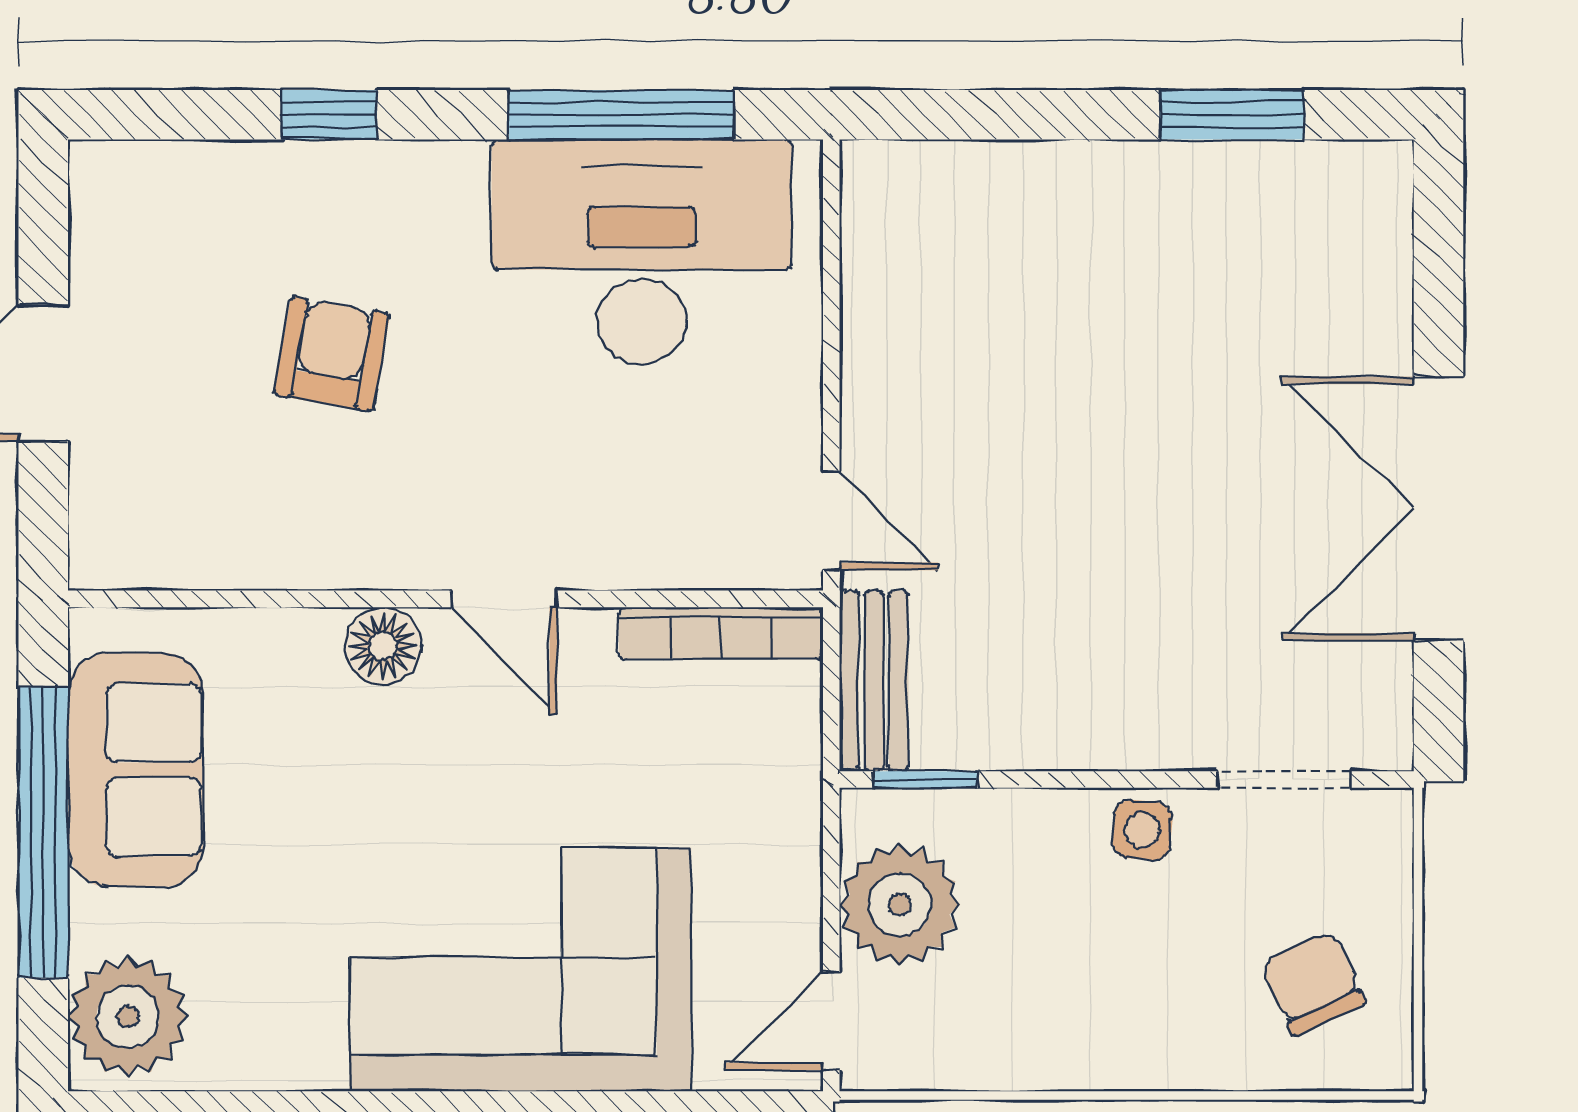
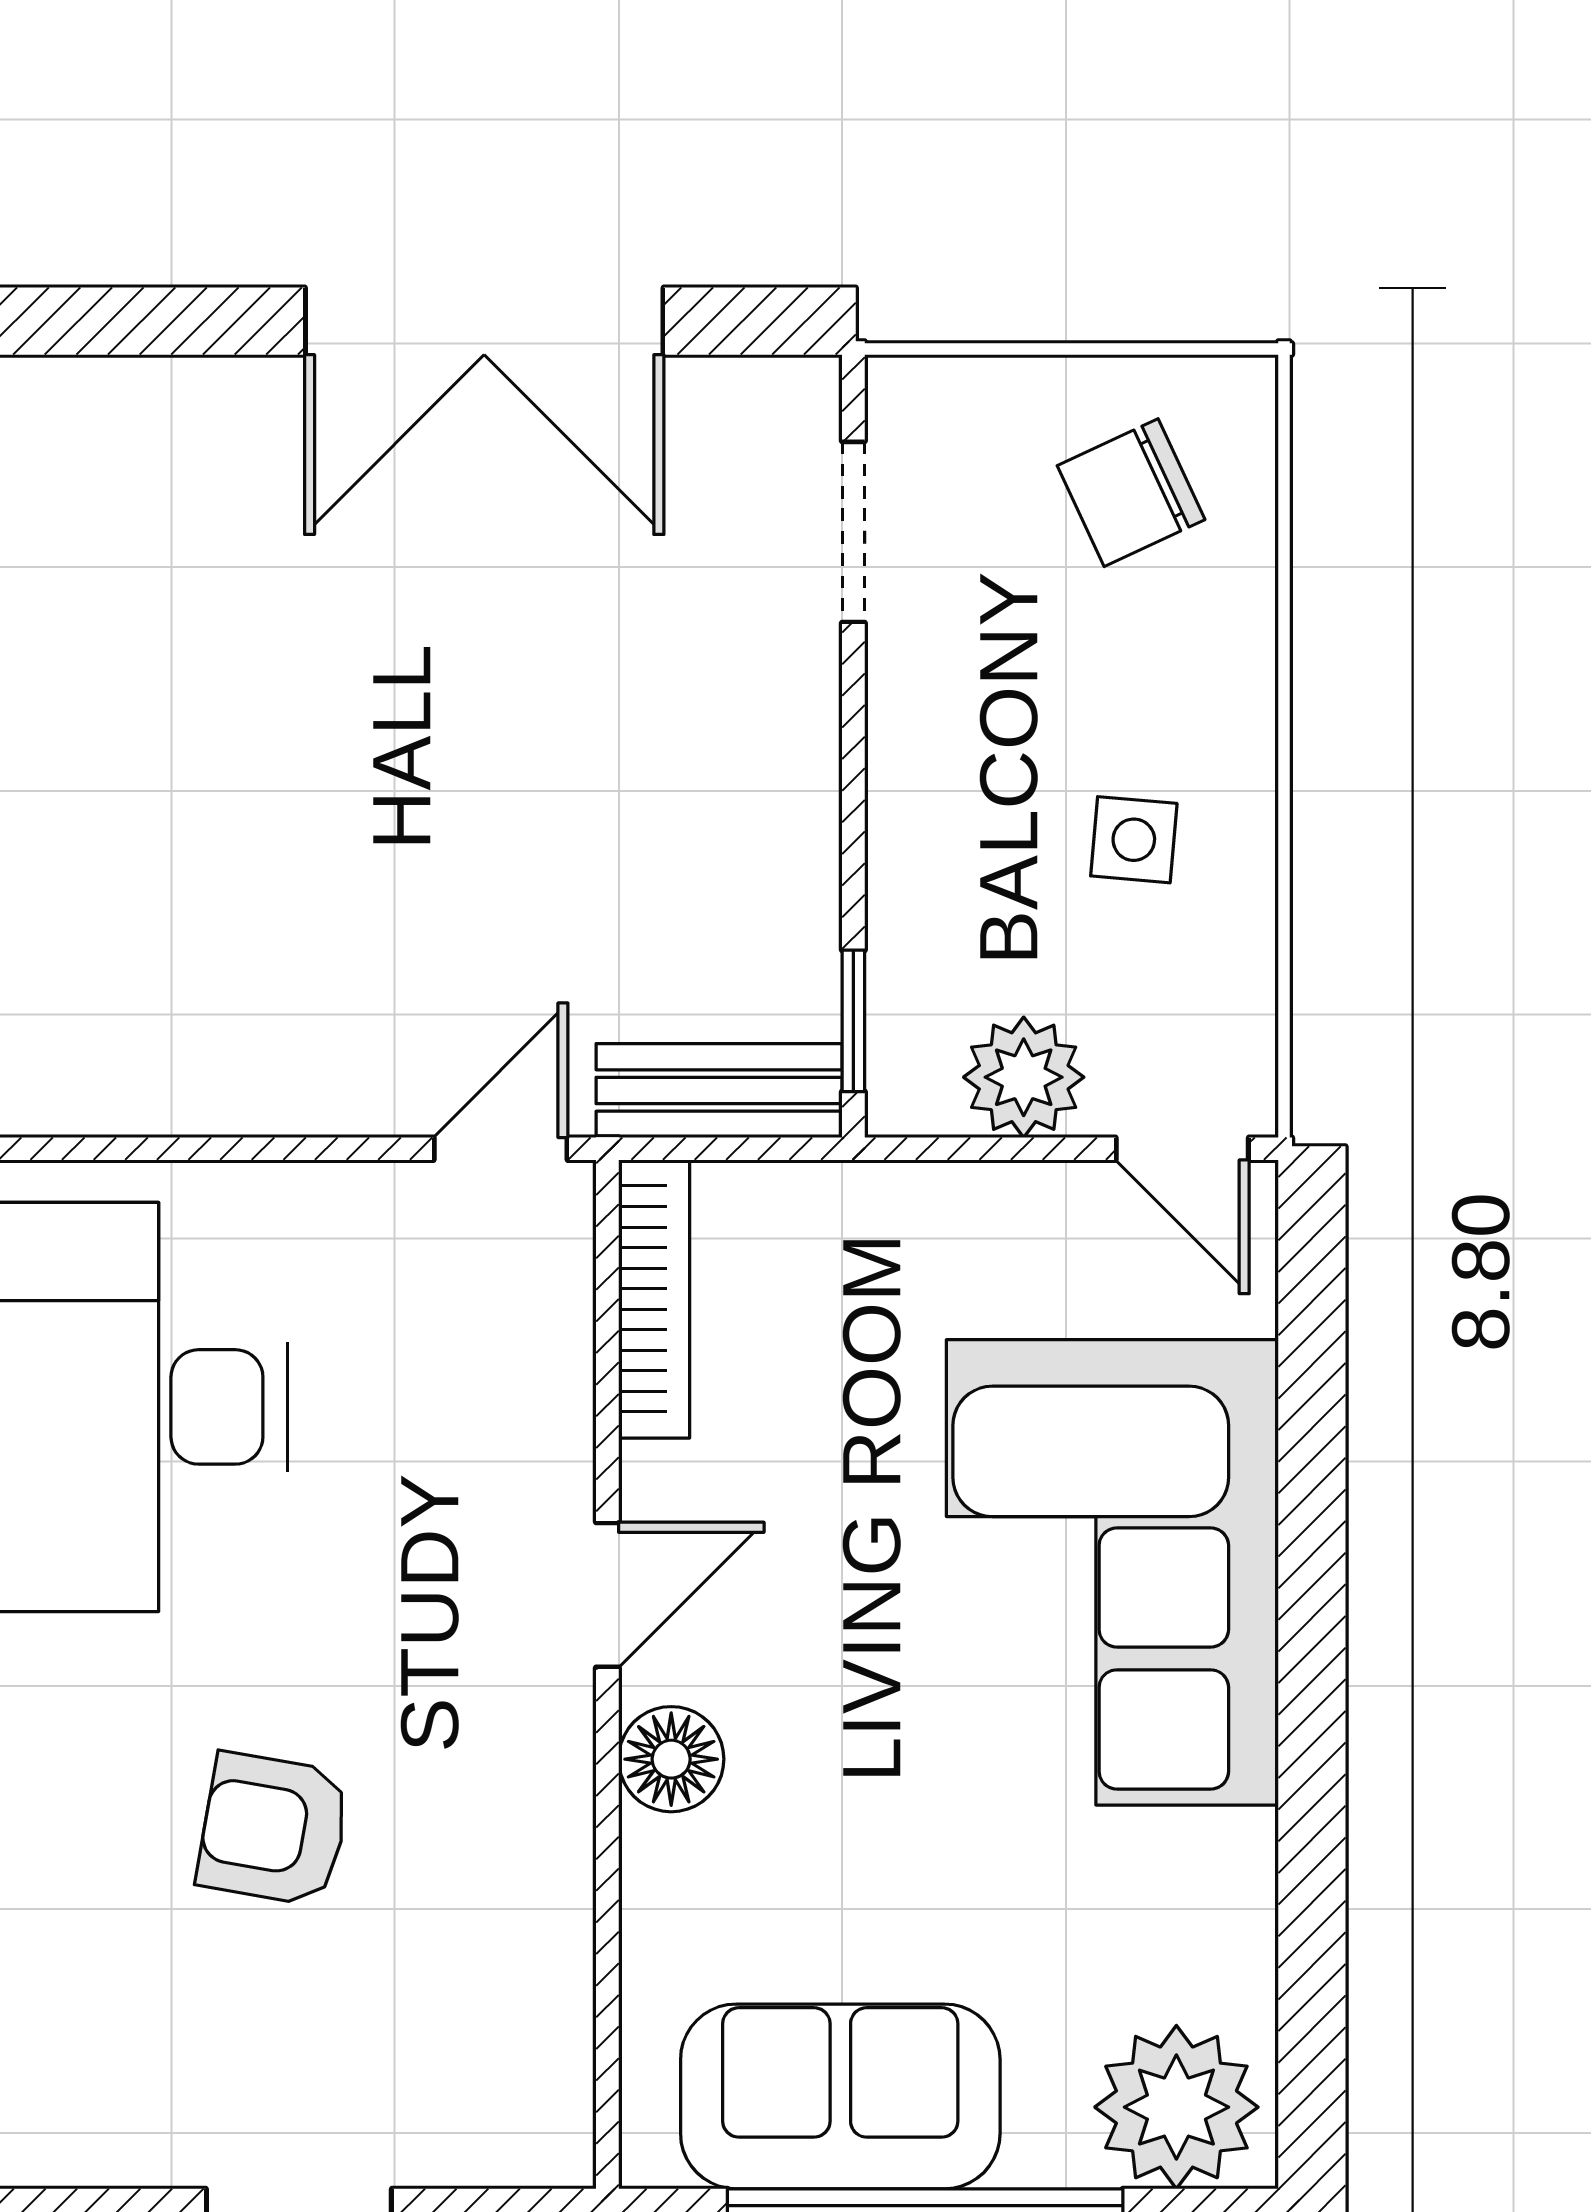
side table: (1142, 830) -> (1134, 840), moved
plant: (900, 904) -> (1024, 1077), width x0.73, depth x0.73

